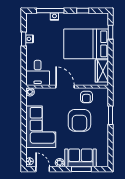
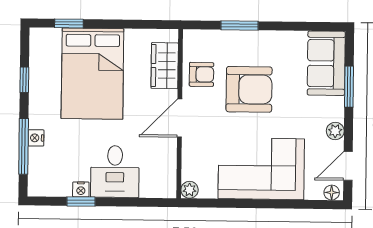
wardrobe: (102, 71) -> (165, 66), moved, turned 90
desk: (38, 73) -> (115, 172), moved, turned 90
sofa: (80, 158) -> (326, 63), moved

